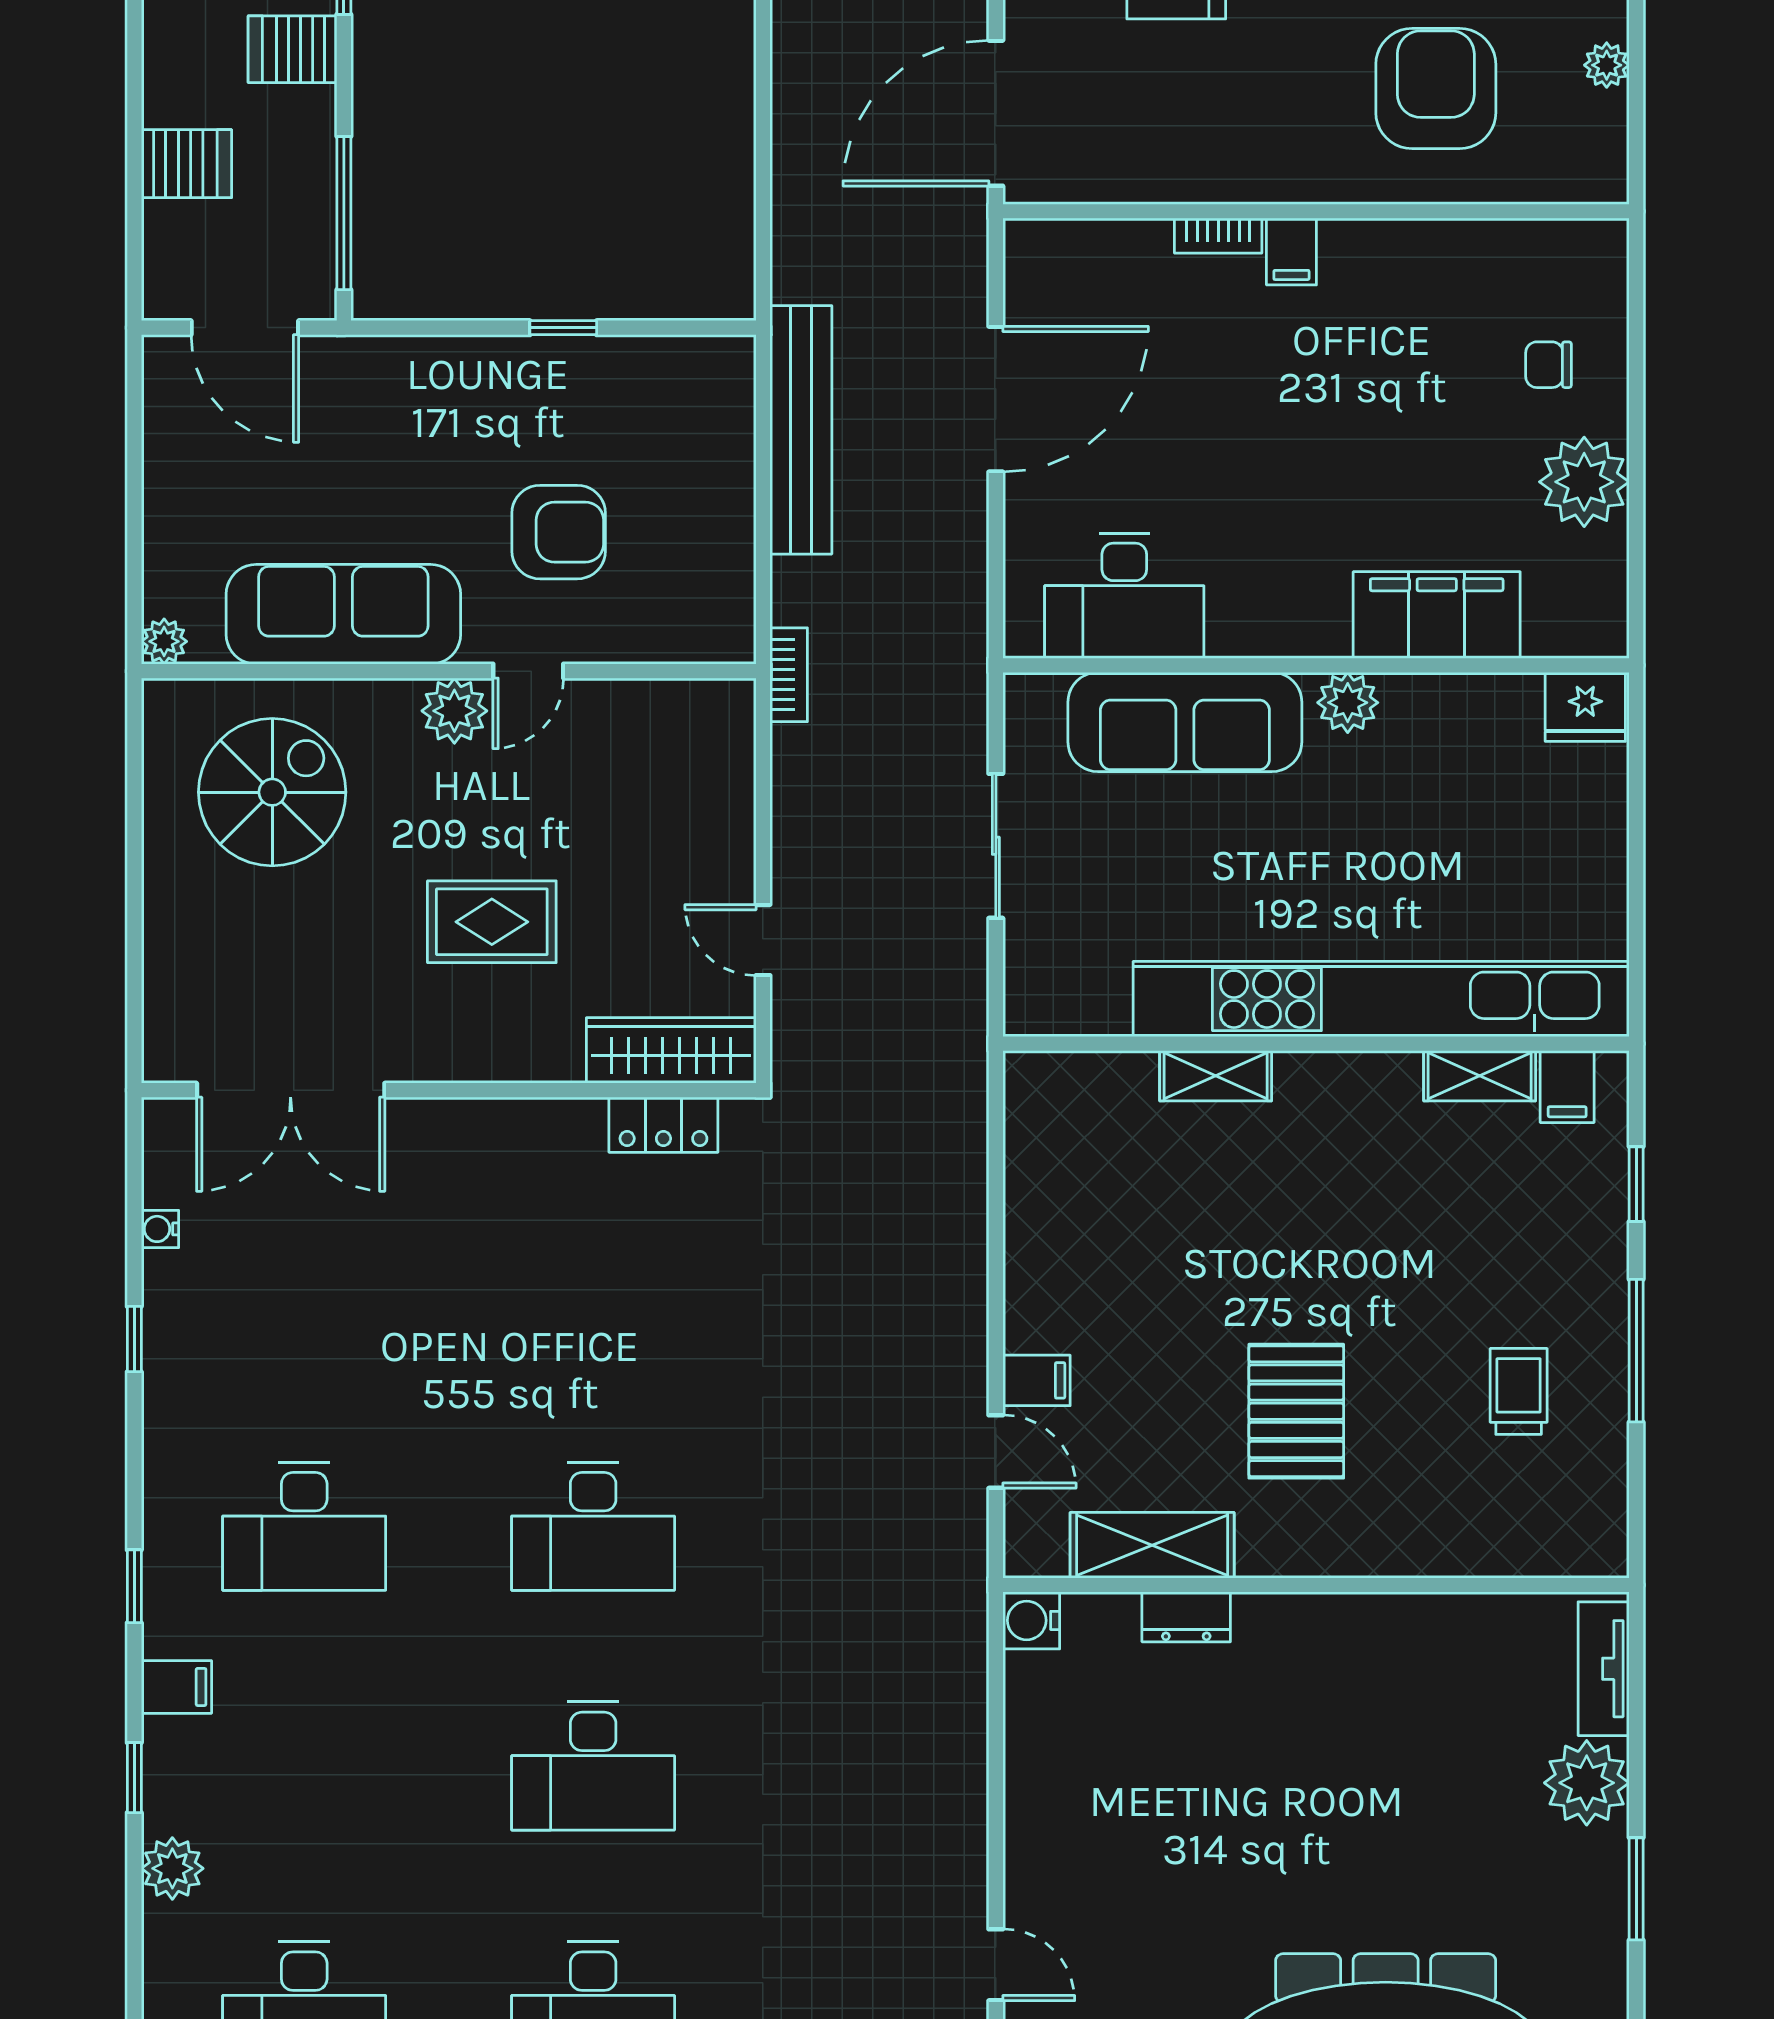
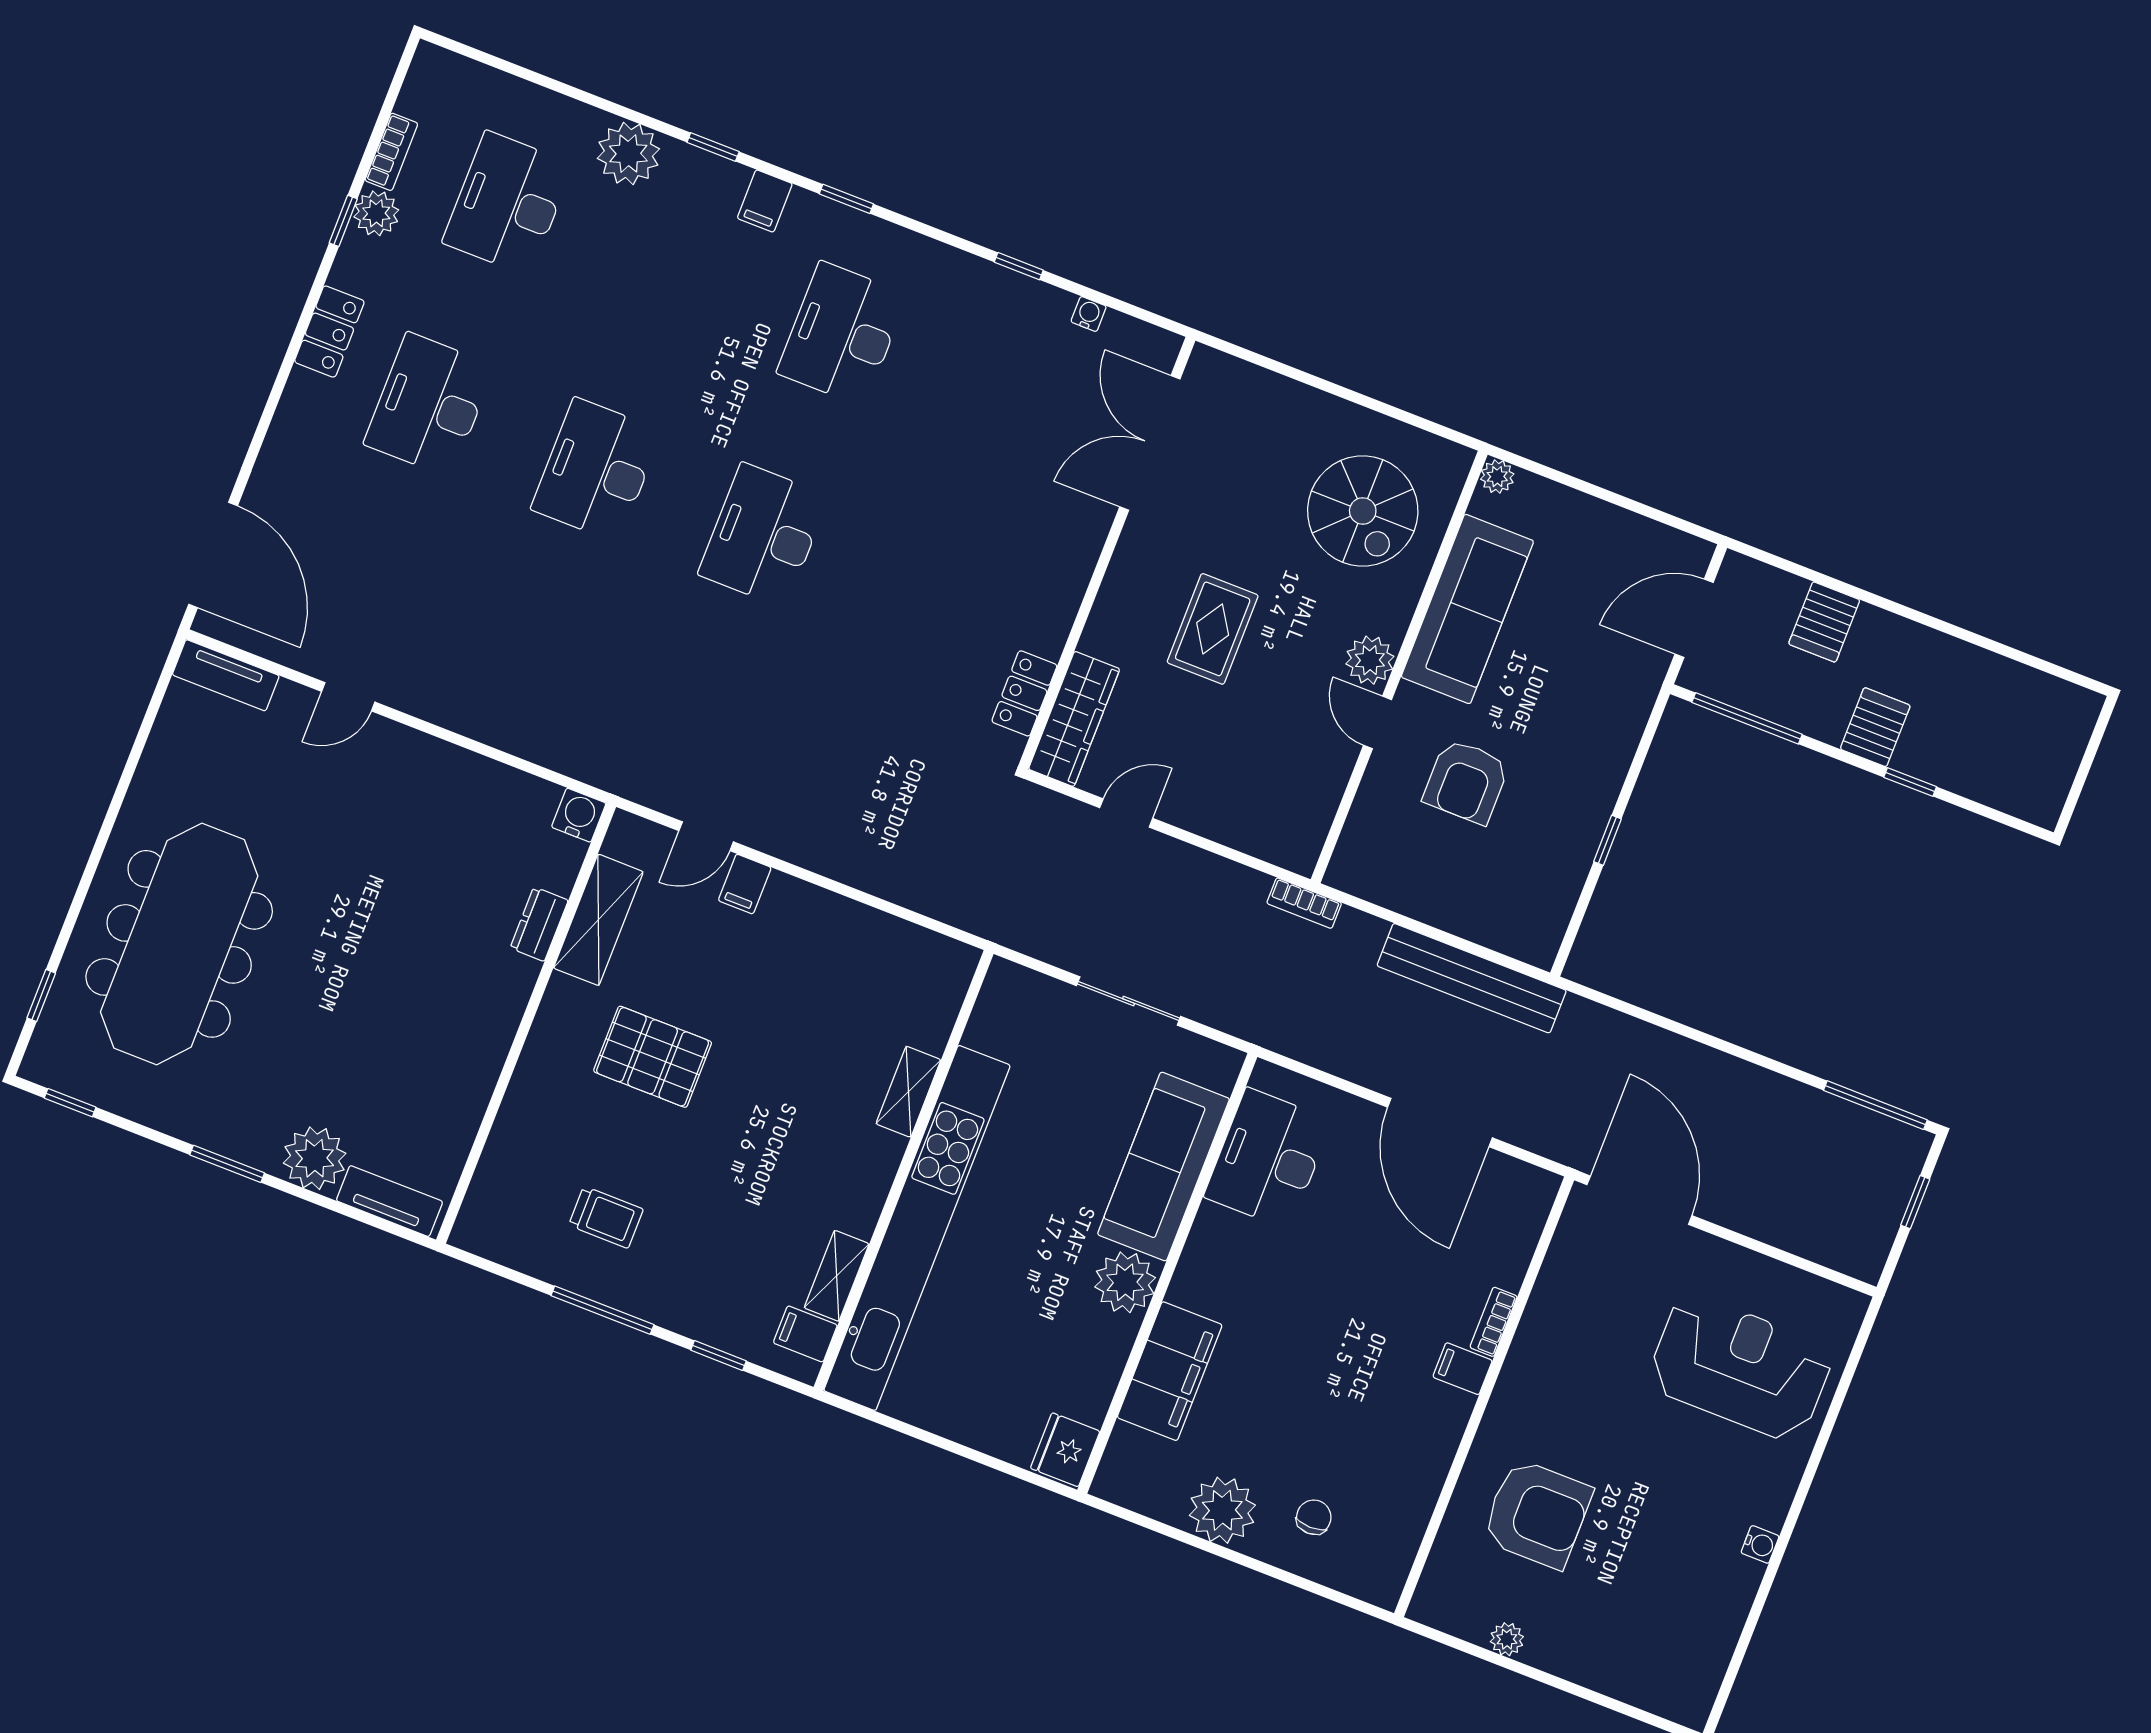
plant: (1348, 703) -> (1125, 1282), width x1.36, depth x1.36
plant: (172, 1868) -> (628, 154), width x1.36, depth x1.36

